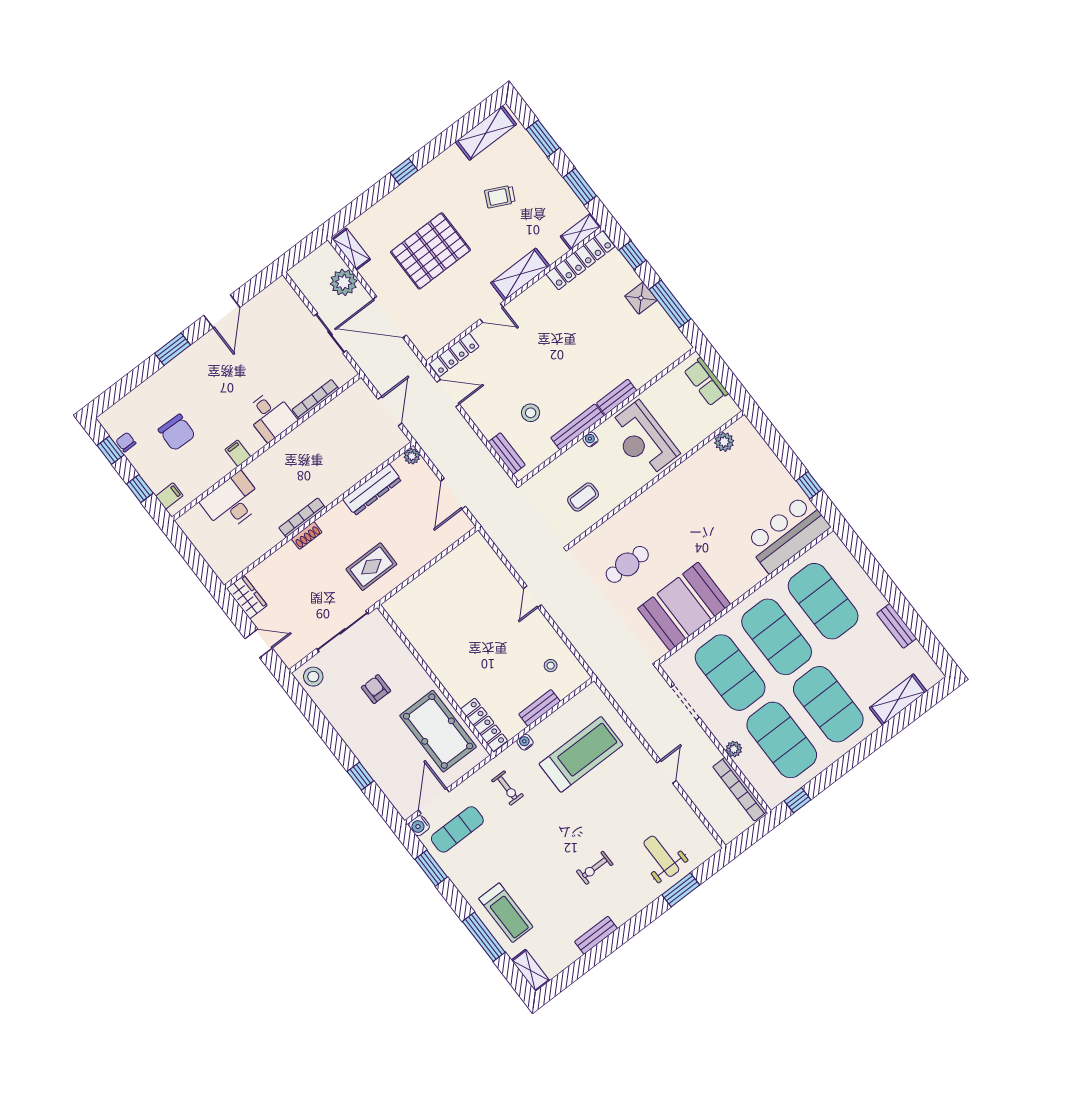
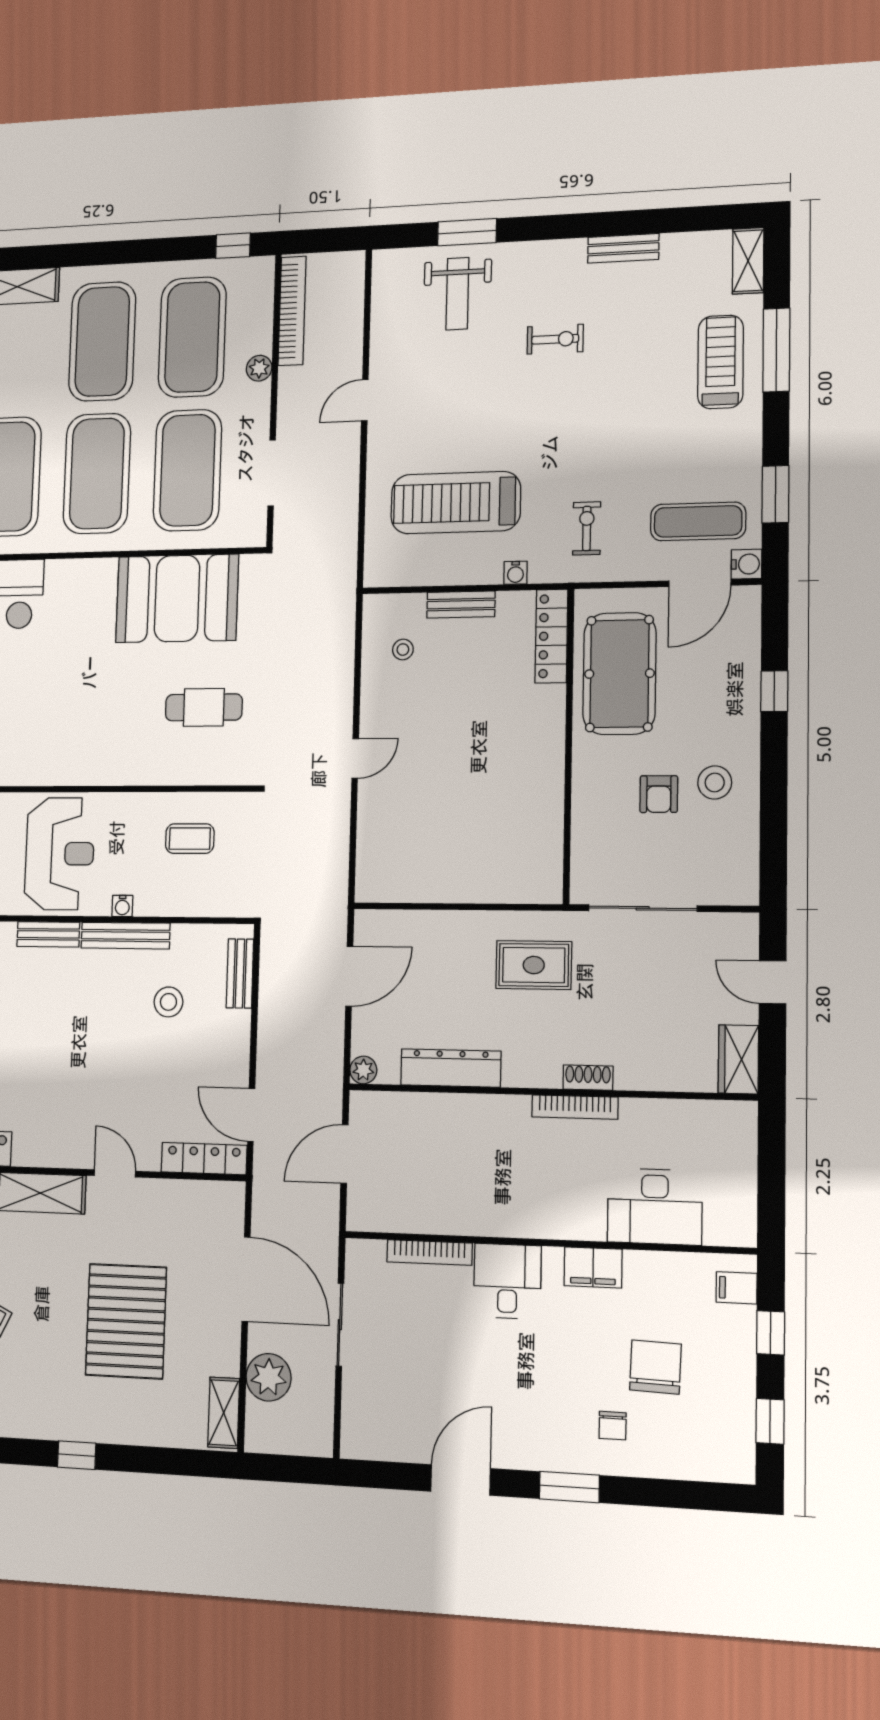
pallet: (431, 251) -> (126, 1321), turned 90
chair: (126, 442) -> (613, 1426), moved
filing cabinet: (238, 453) -> (593, 1267), width x2.00
stool: (313, 677) -> (715, 782), moved

